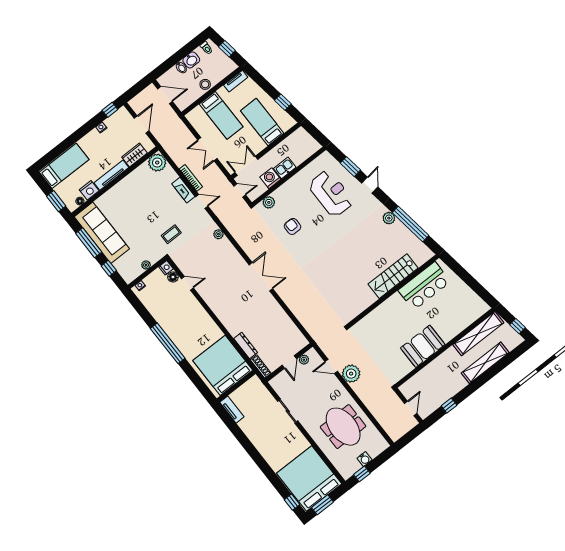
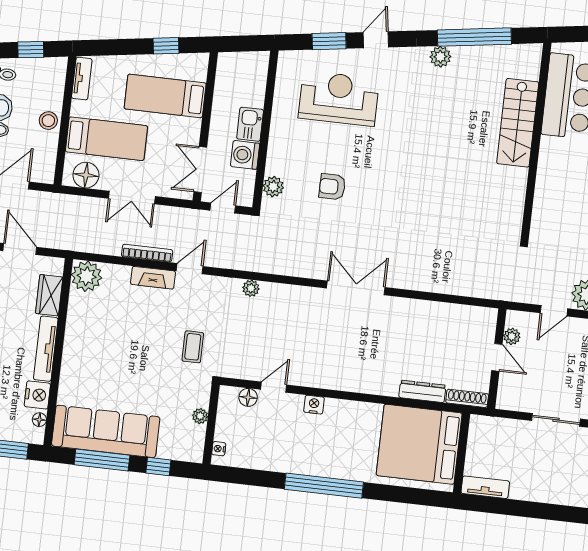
floor lamp: (198, 122) -> (86, 175), added
door: (370, 185) -> (376, 40), hinge flipped
nightstand: (166, 268) -> (314, 405), moved

